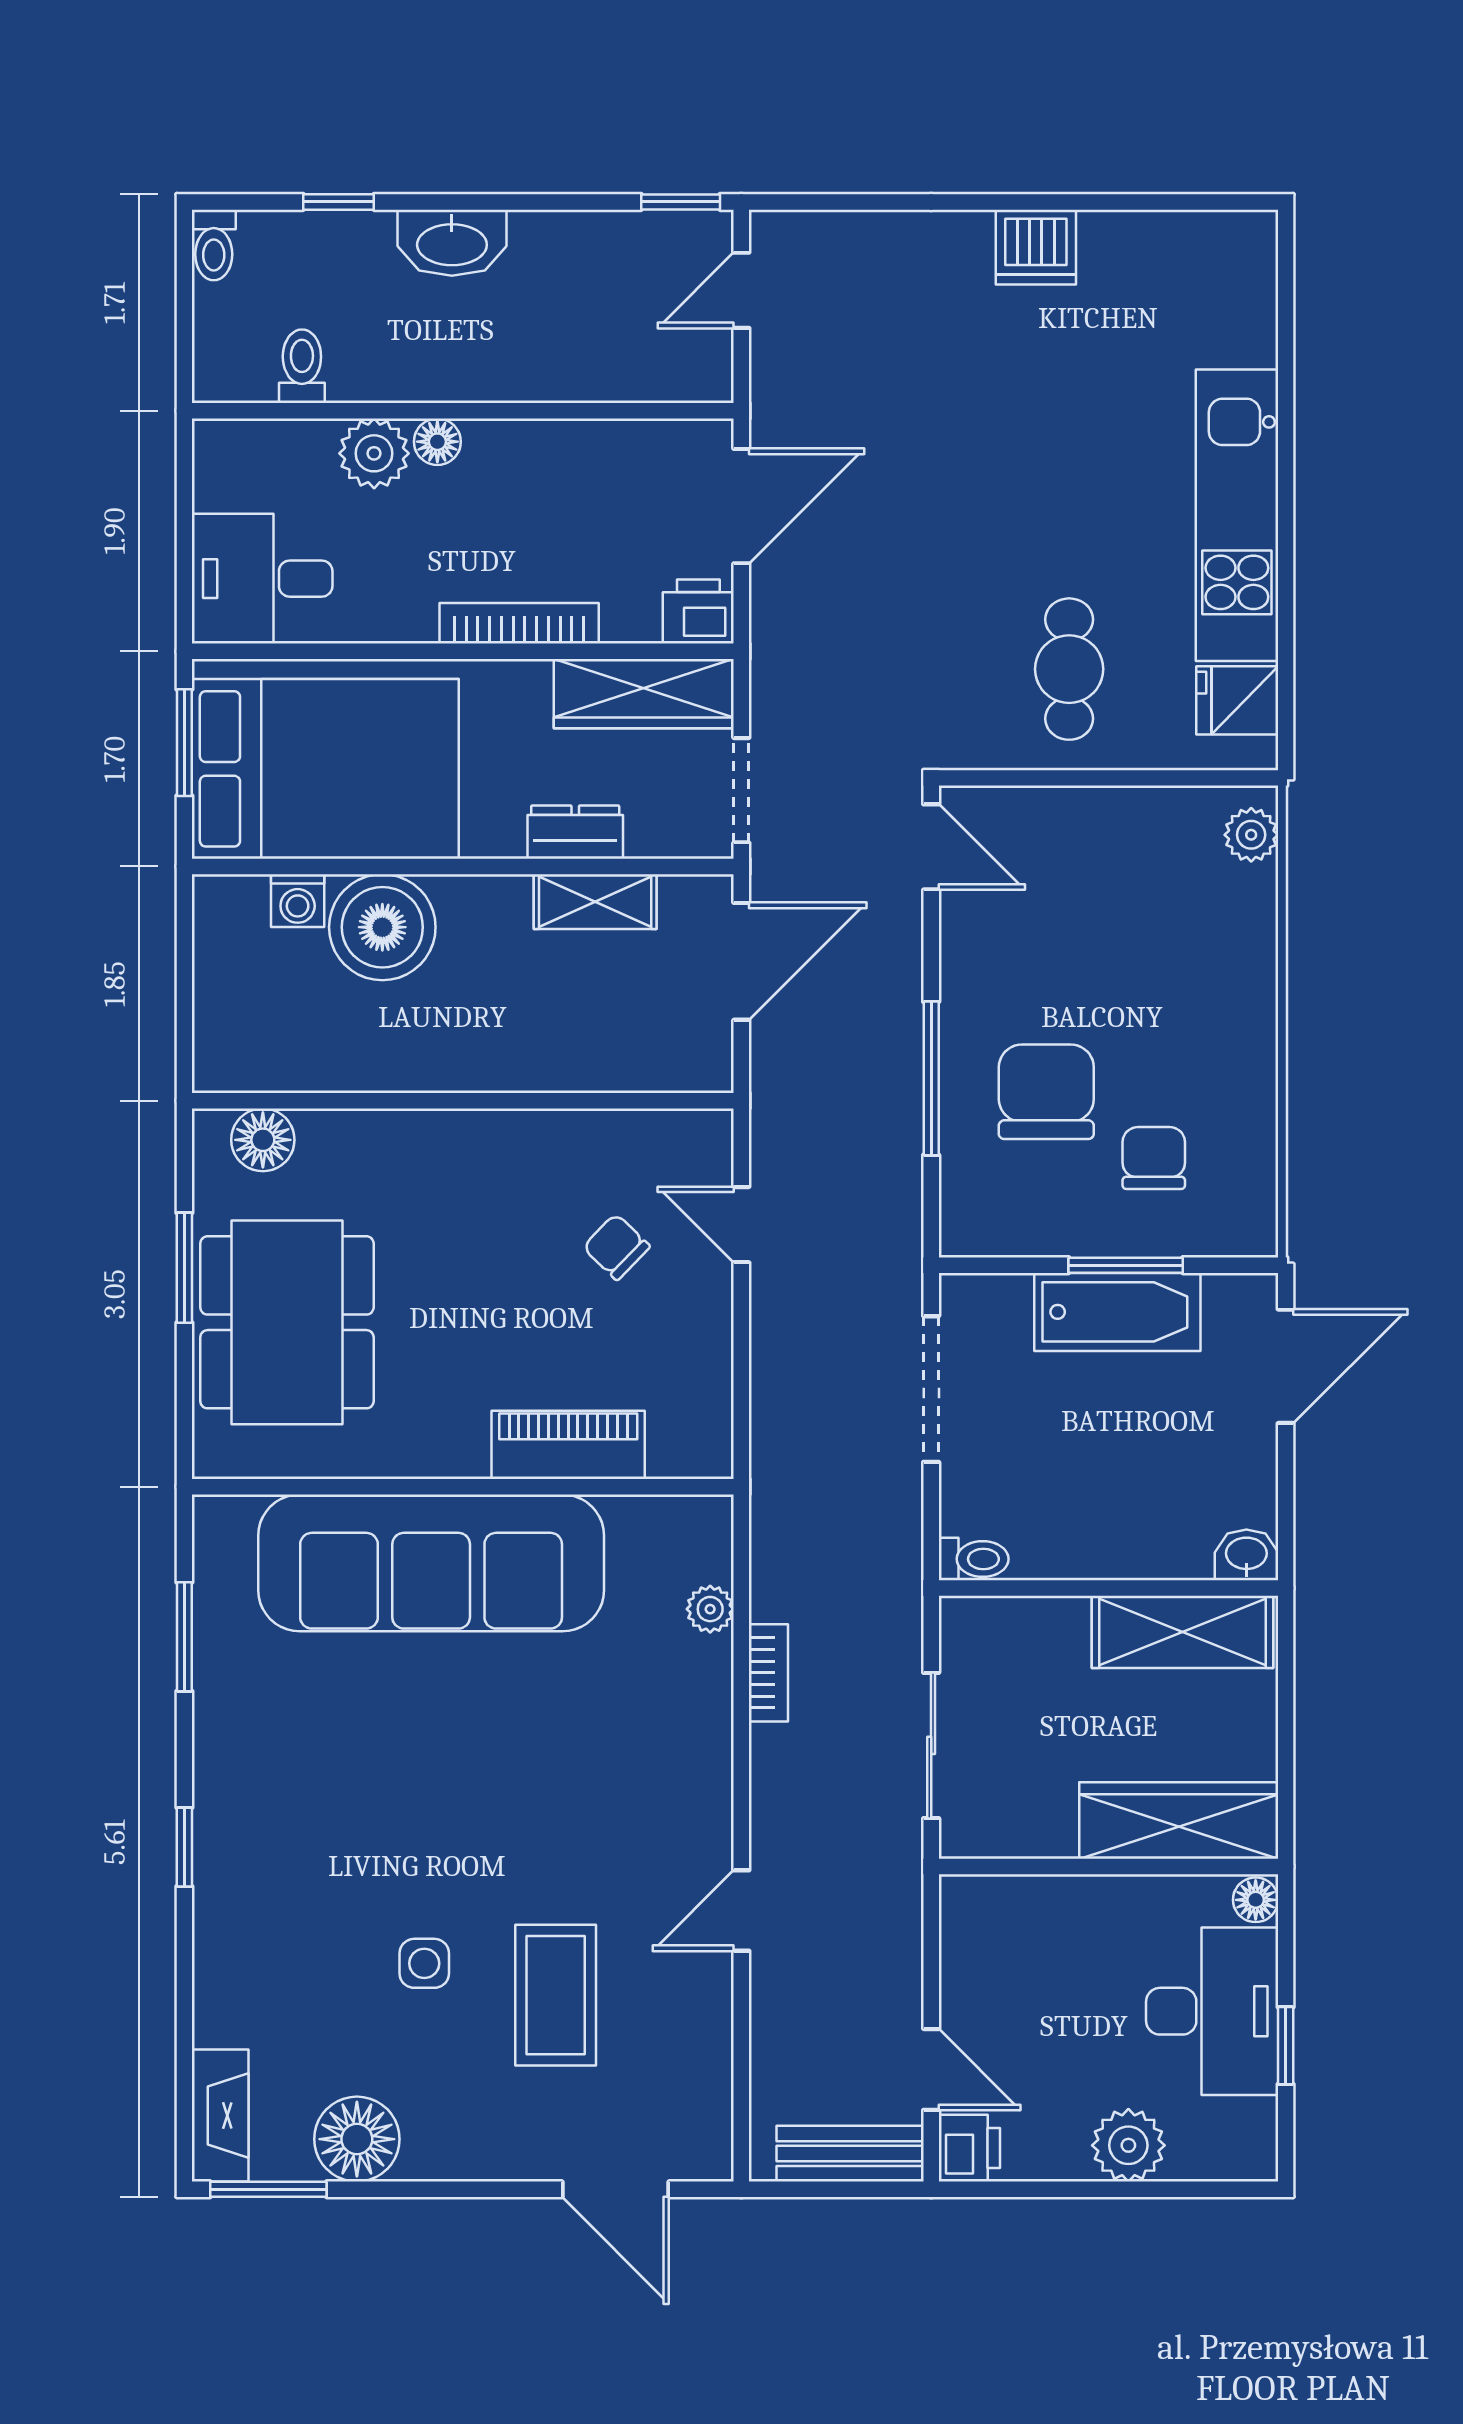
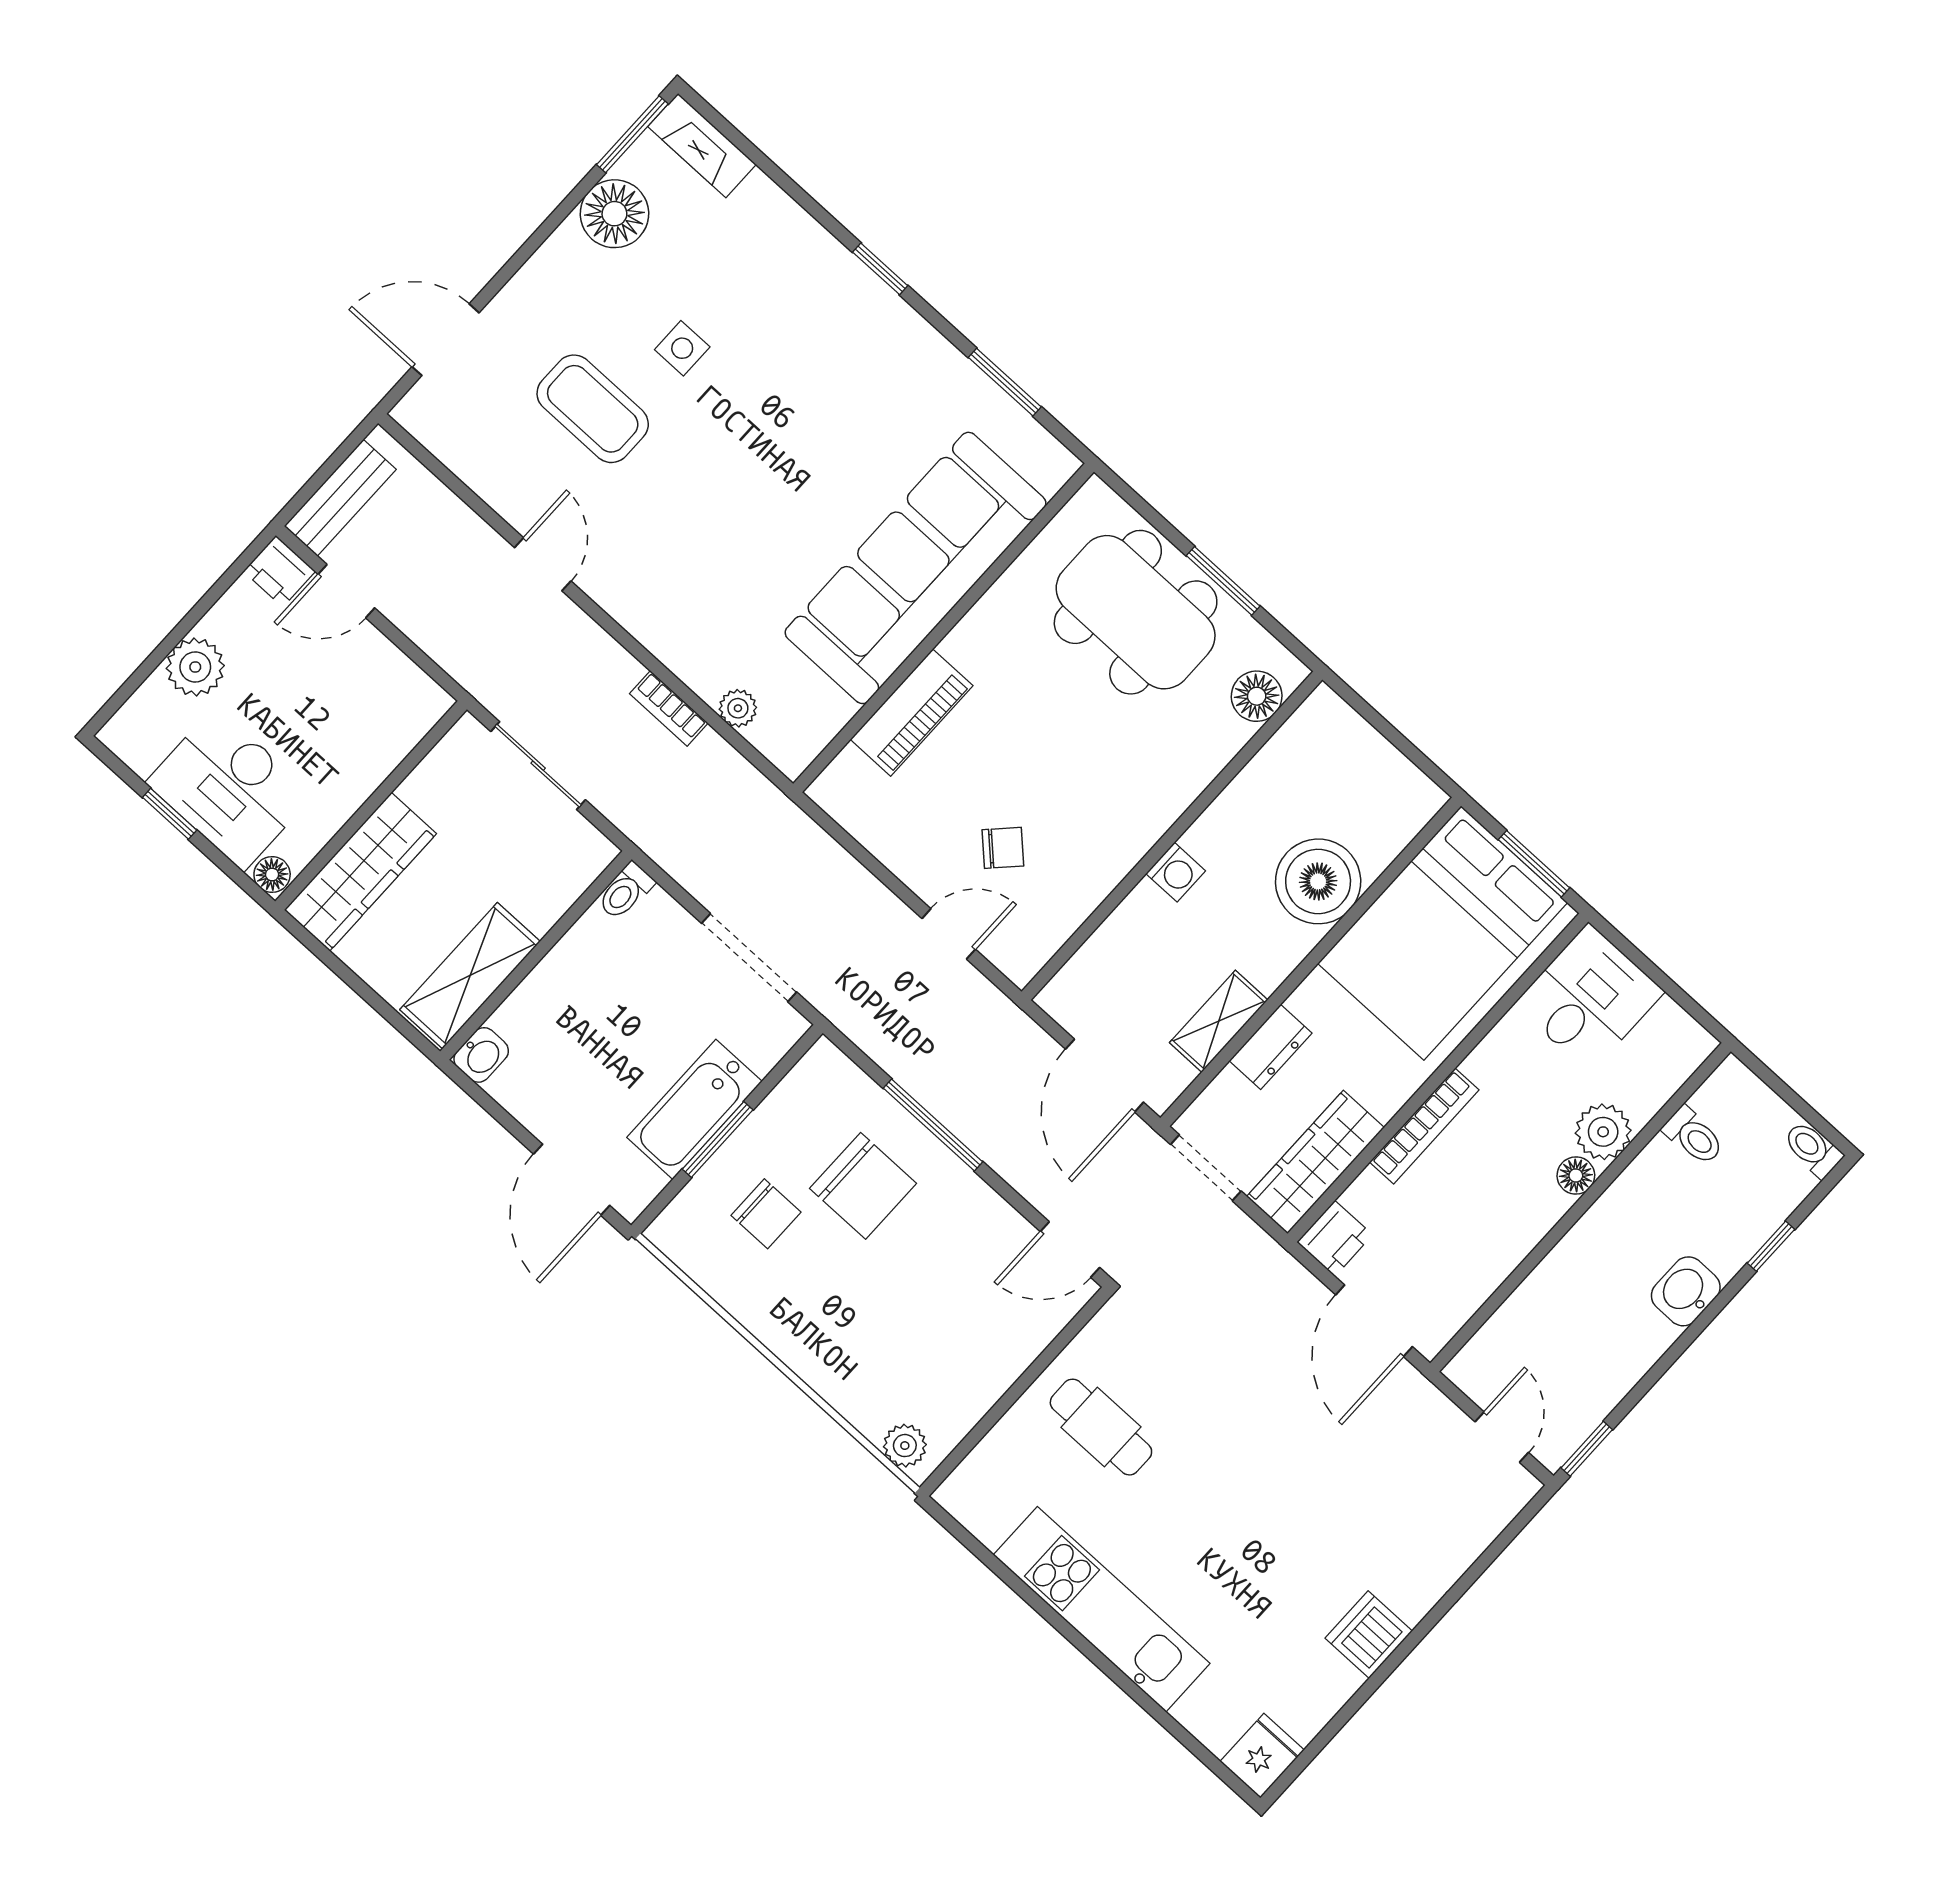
washbasin: (452, 243) -> (1686, 1291), width x0.72
fridge: (1237, 700) -> (1262, 1756), moved
washing machine: (298, 901) -> (1176, 872), moved, turned 180

